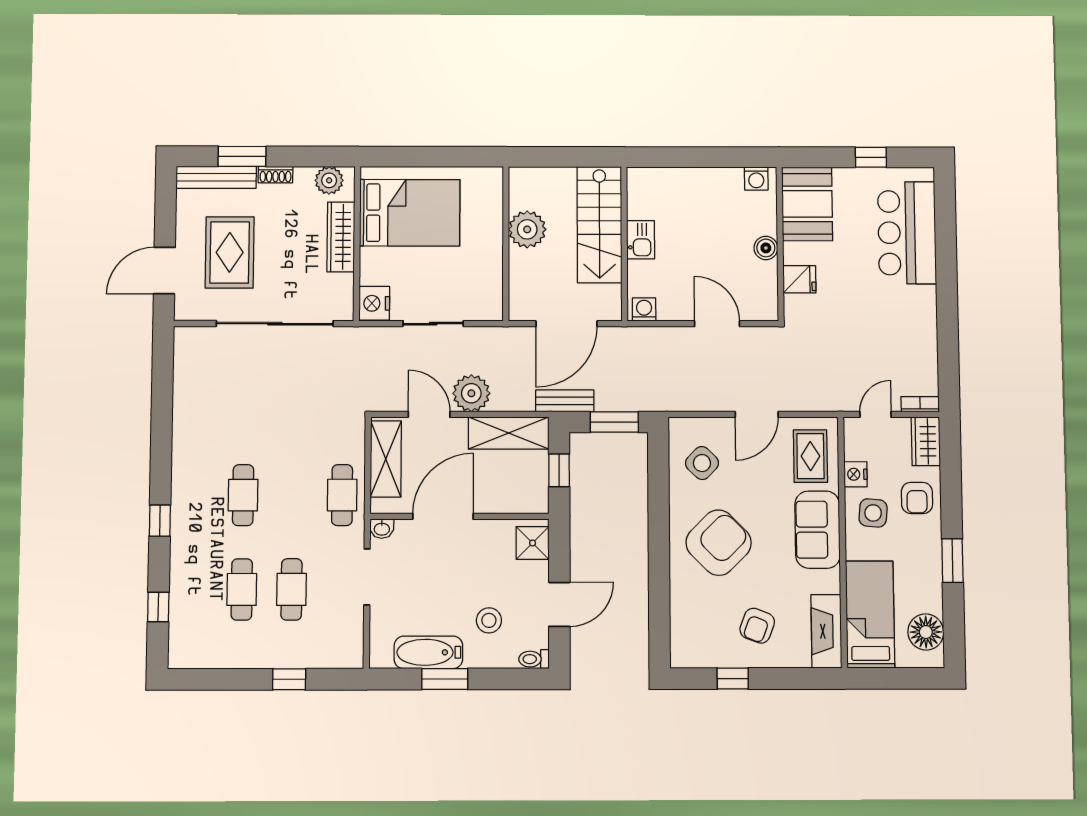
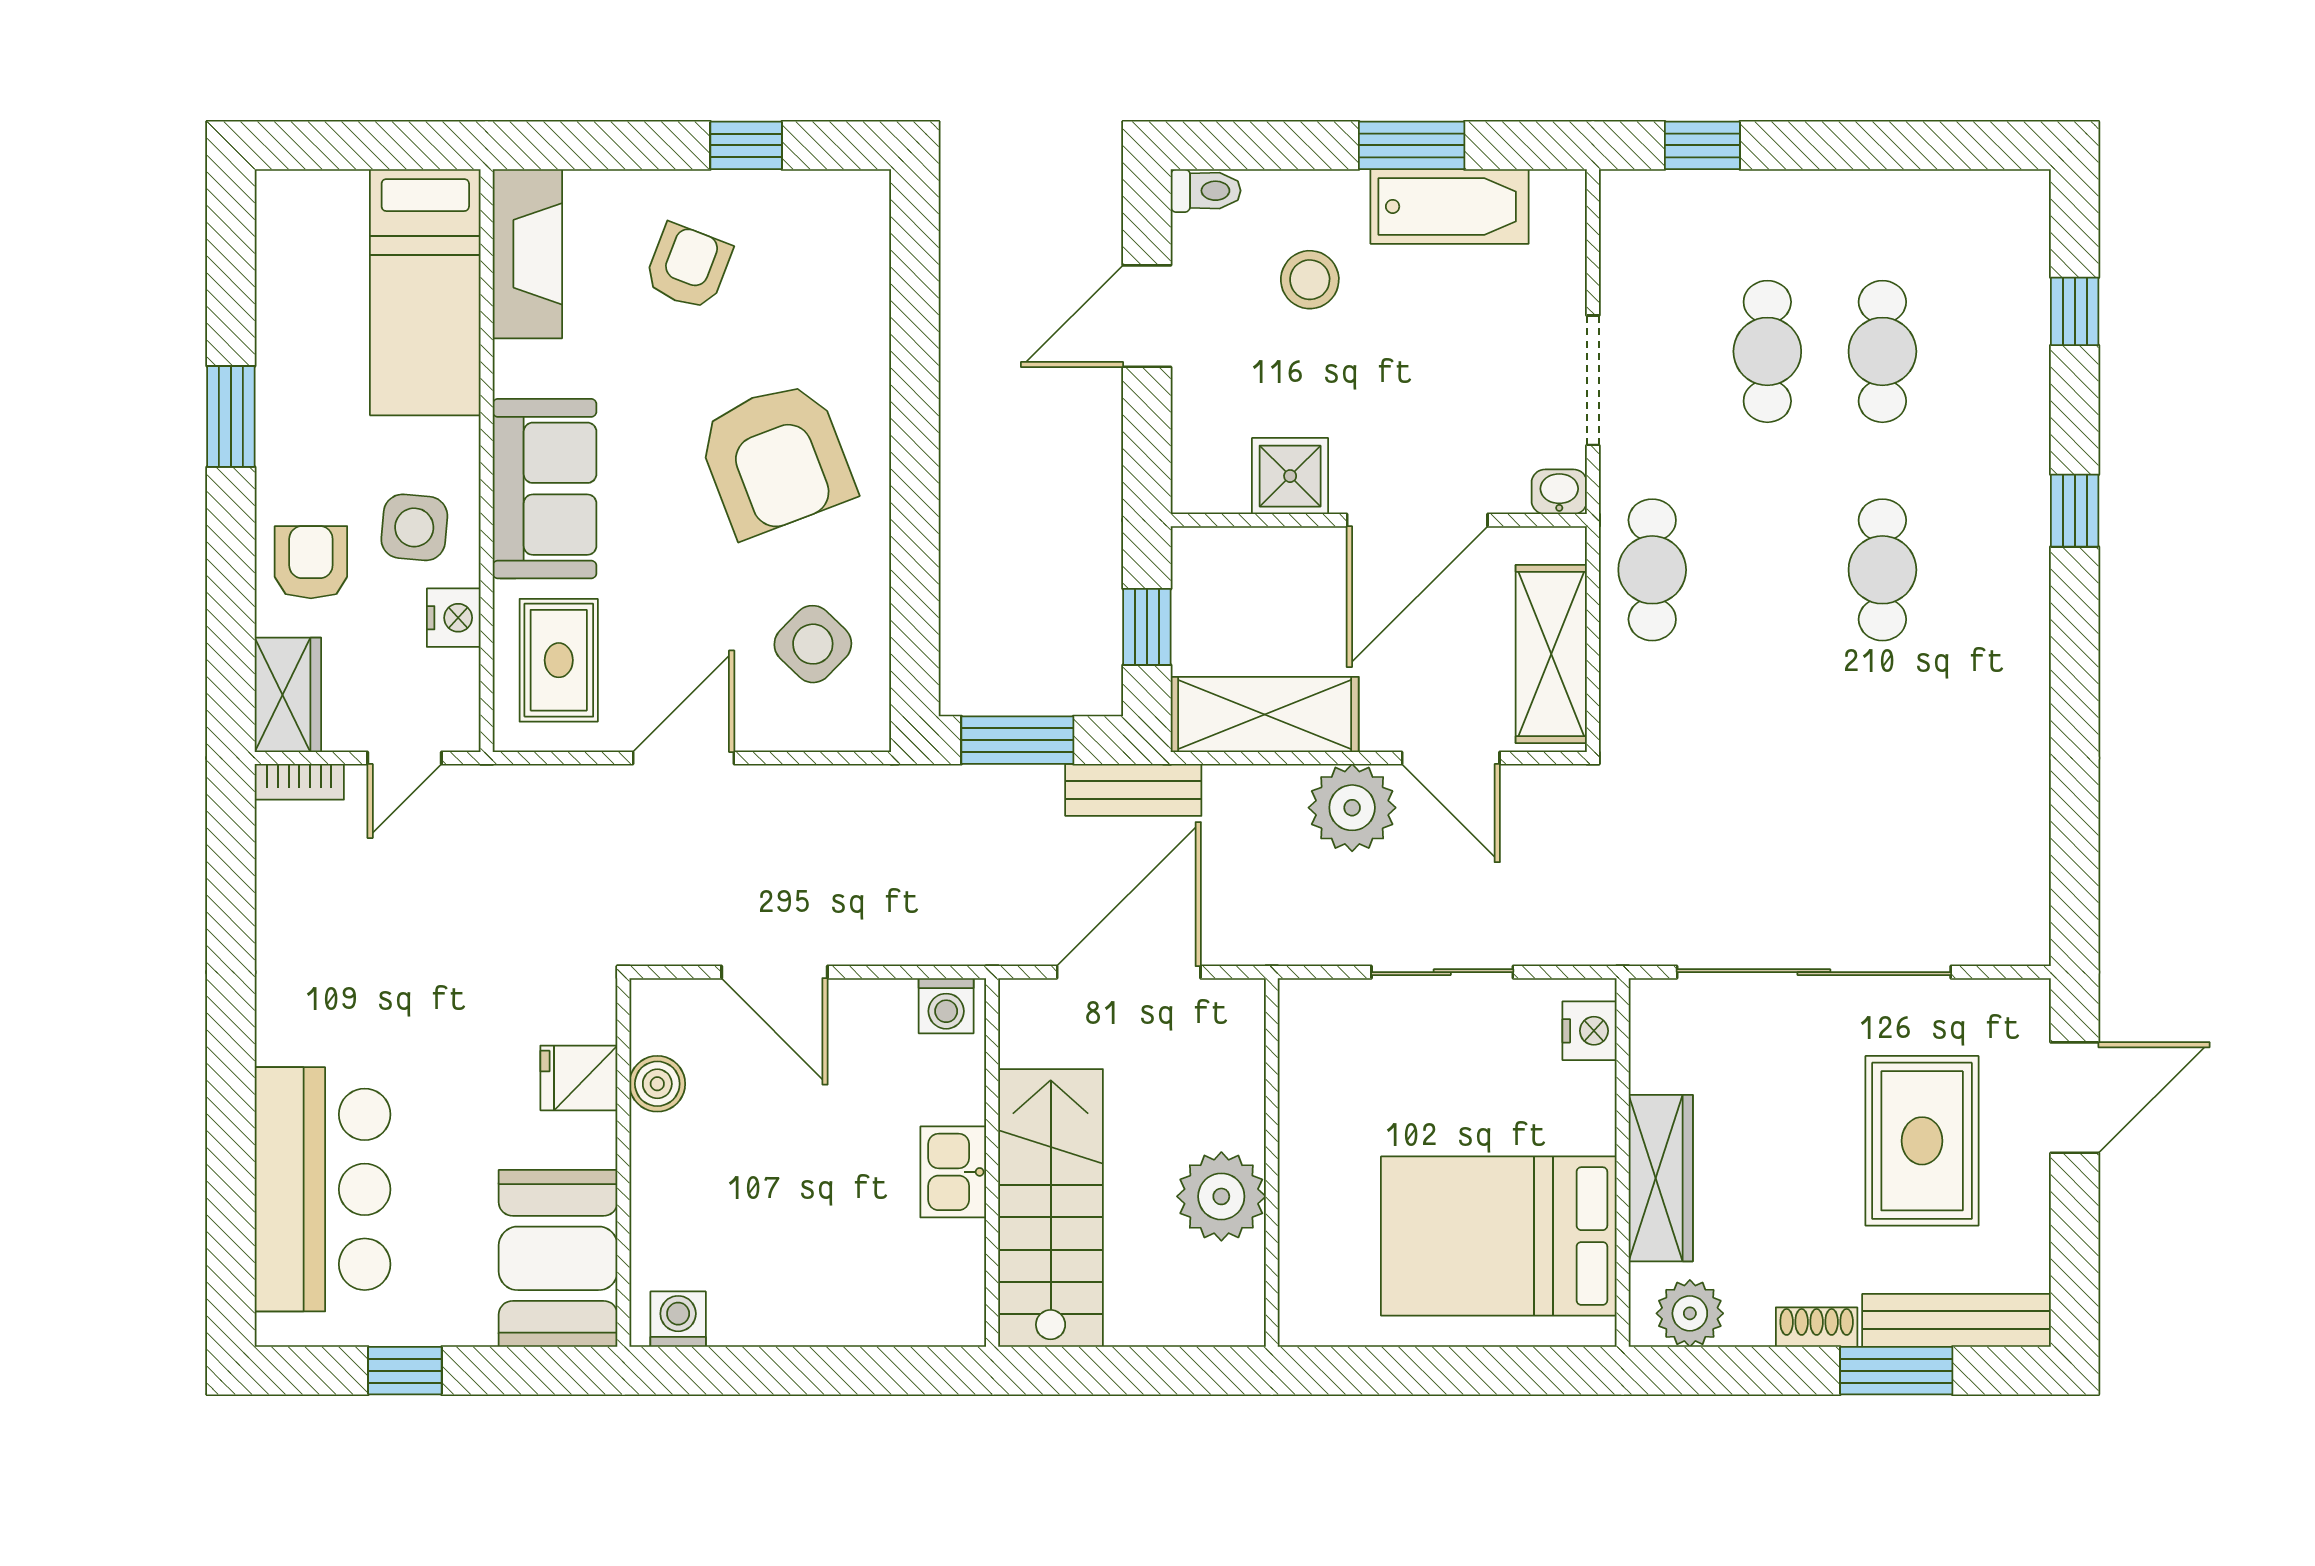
boiler: (766, 248) -> (657, 1084), moved
nightstand: (374, 303) -> (1590, 1031), width x0.74, depth x0.75
shower: (533, 543) -> (1290, 476), moved
armchair: (719, 543) -> (776, 459), turned -66
floor lamp: (926, 632) -> (296, 252), removed
window: (289, 679) -> (1702, 145), moved

